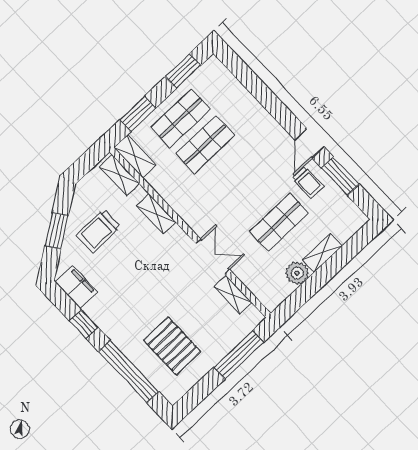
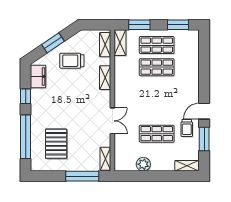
shelving: (322, 253) -> (187, 166), moved
shelving: (233, 295) -> (105, 159), moved

